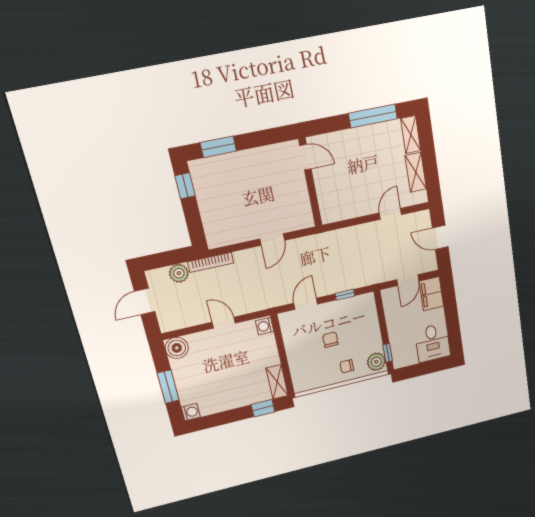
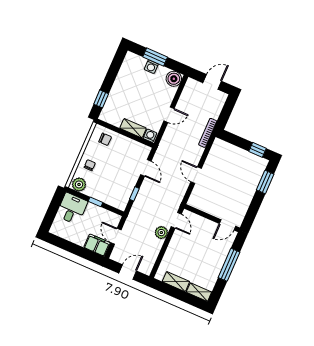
window: (373, 116) -> (229, 265), moved
door: (390, 214) -> (176, 220), moved
plant: (179, 273) -> (161, 233), moved
door: (145, 302) -> (212, 82), hinge flipped
chair: (330, 340) -> (105, 139), moved
desk: (433, 343) -> (72, 209), moved, turned 90
window: (388, 353) -> (96, 202), moved
shelving: (277, 382) -> (133, 128), moved
washing machine: (191, 412) -> (151, 67), moved

